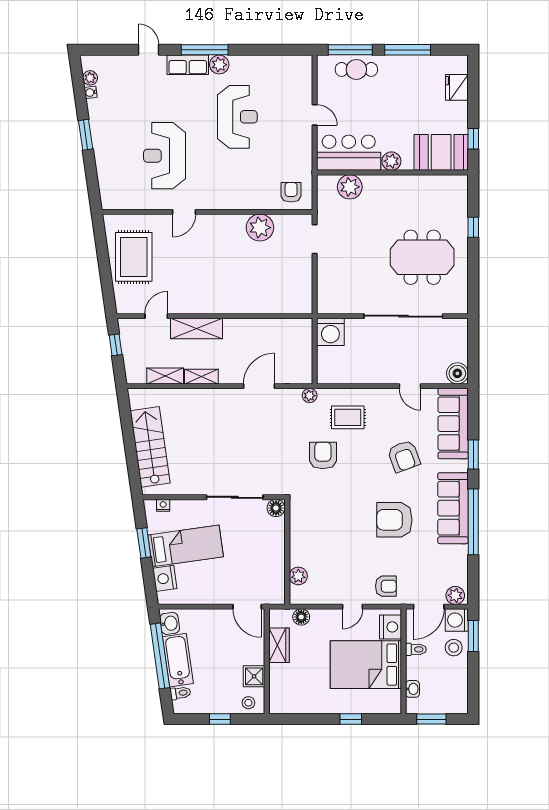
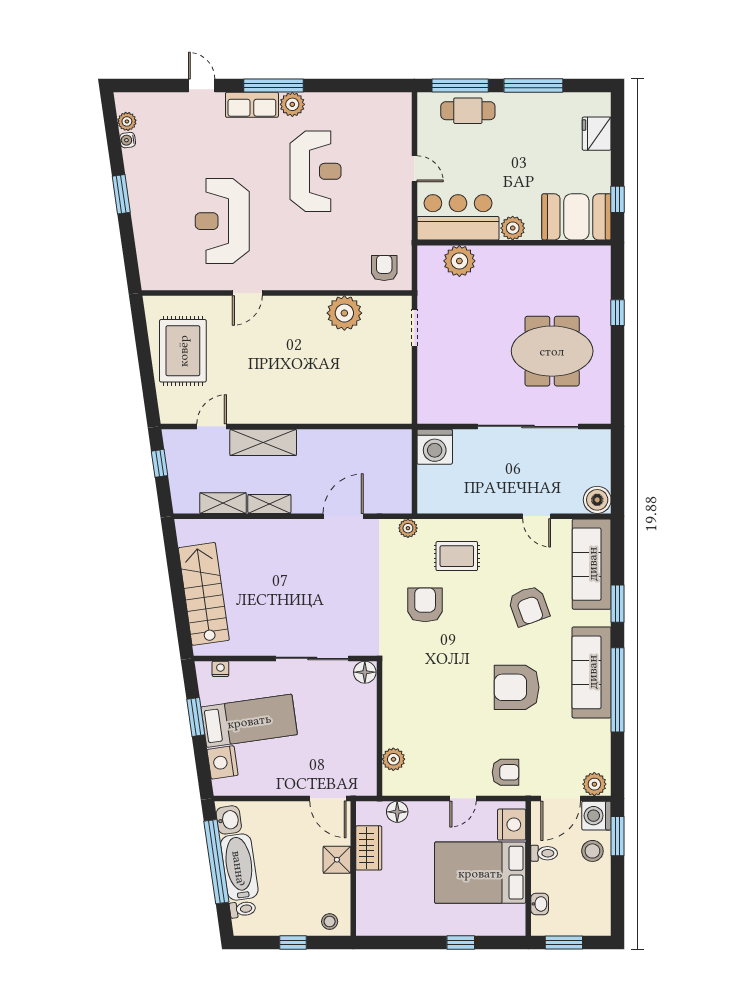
shower: (254, 676) -> (337, 860), moved

